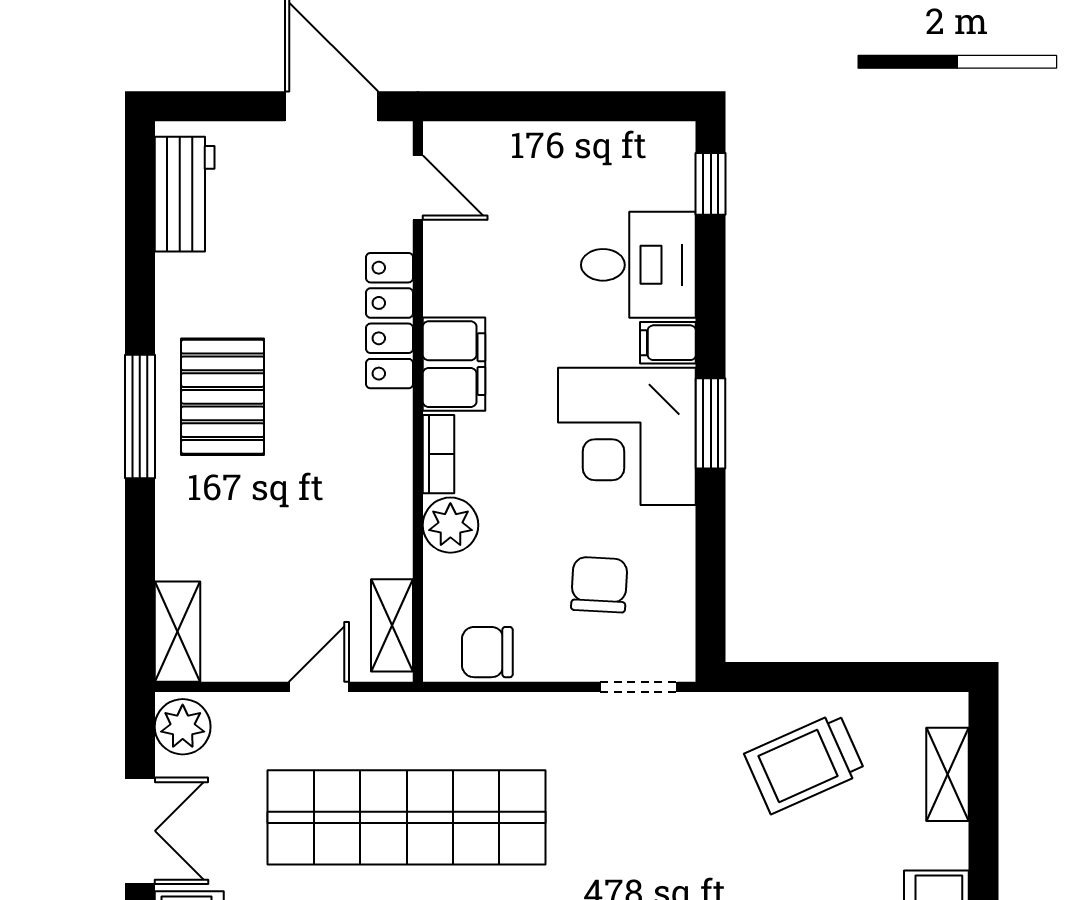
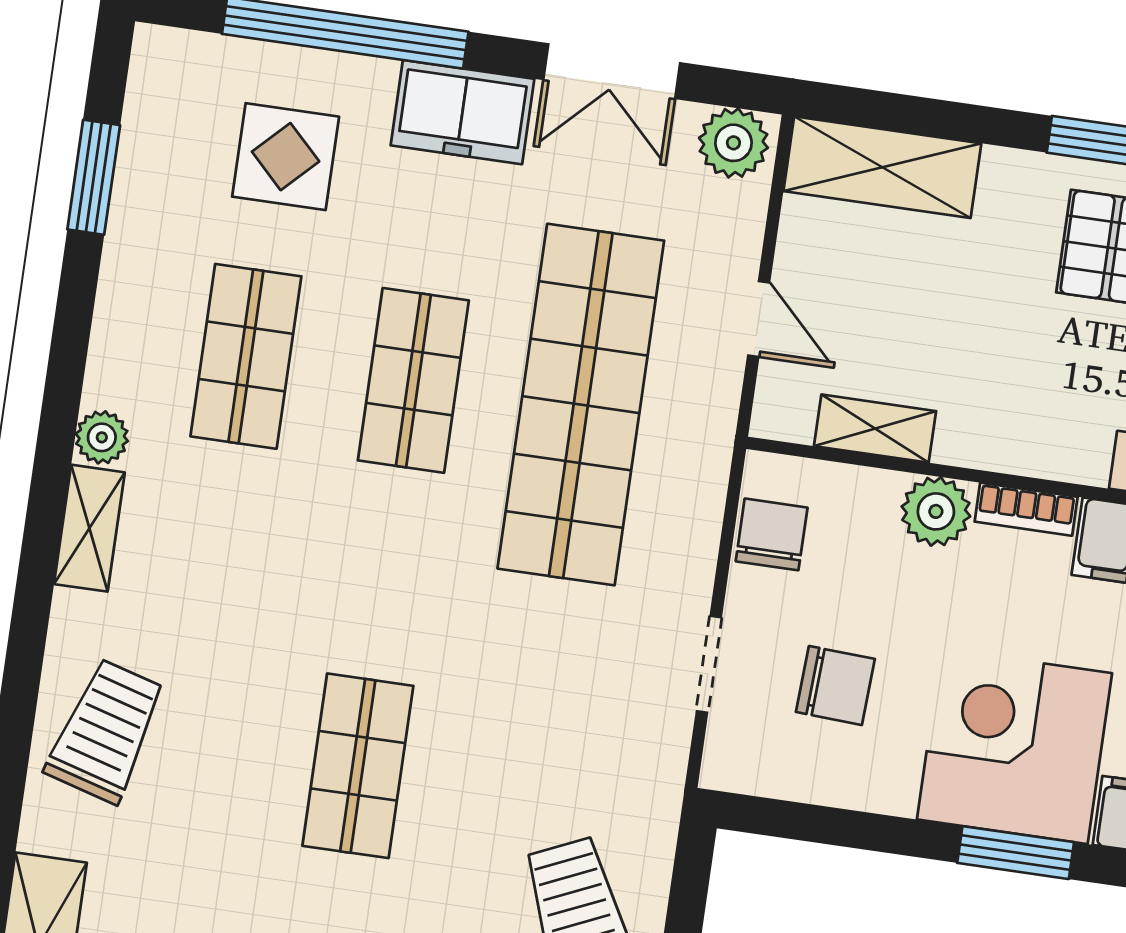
shelving: (392, 625) -> (875, 429), moved
shelving: (177, 632) -> (882, 167), width x1.50, depth x1.33
doorway: (639, 687) -> (709, 664), moved

